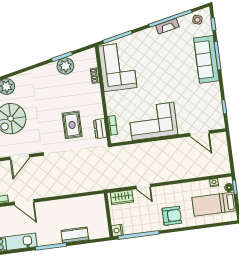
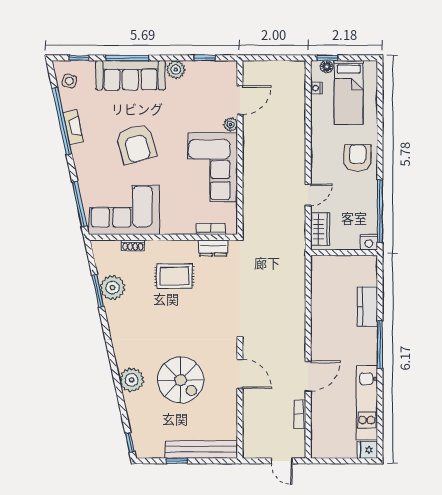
armchair: (162, 69) -> (136, 144), added
plant: (214, 89) -> (176, 70), added
rug: (72, 125) -> (174, 276), moved
plant: (183, 129) -> (230, 124), added

